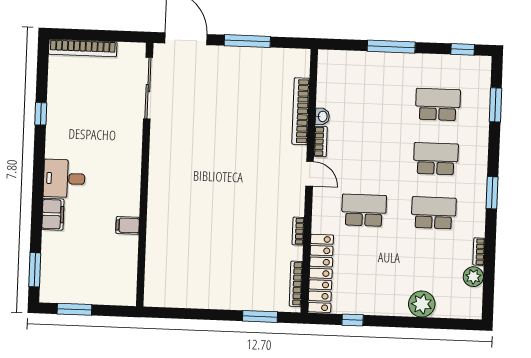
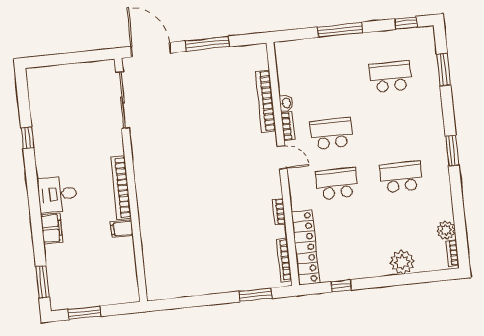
bookcase: (83, 48) -> (121, 188), moved, turned 90
school desk: (436, 159) -> (332, 134), moved
bookcase: (479, 252) -> (453, 253), moved

